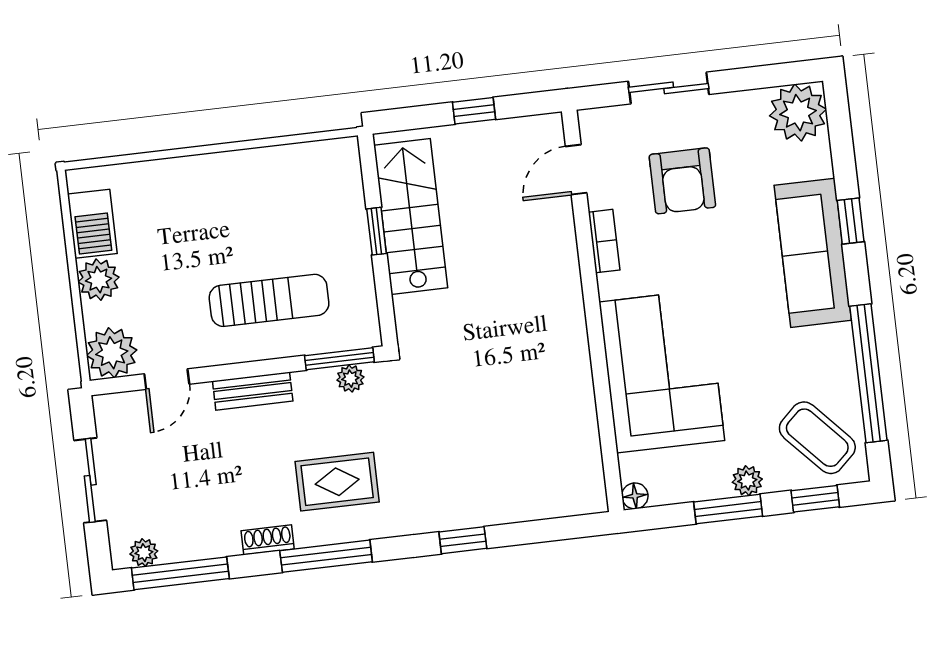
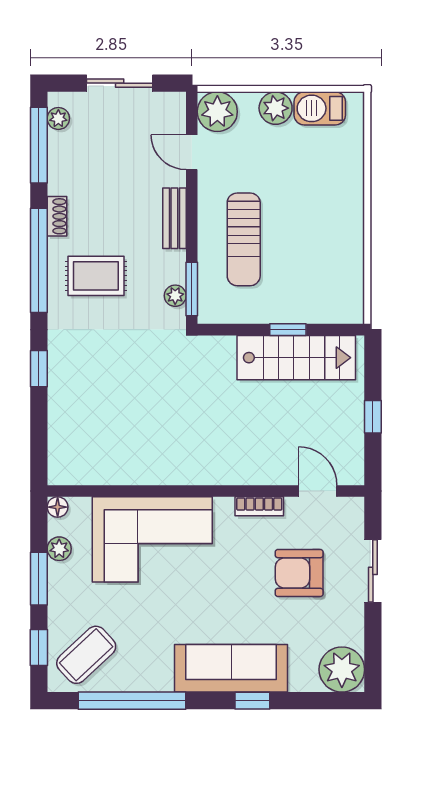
plant: (747, 481) -> (59, 549), moved
rug: (337, 482) -> (96, 276), turned 90
window: (326, 556) -> (39, 260), width x1.46

